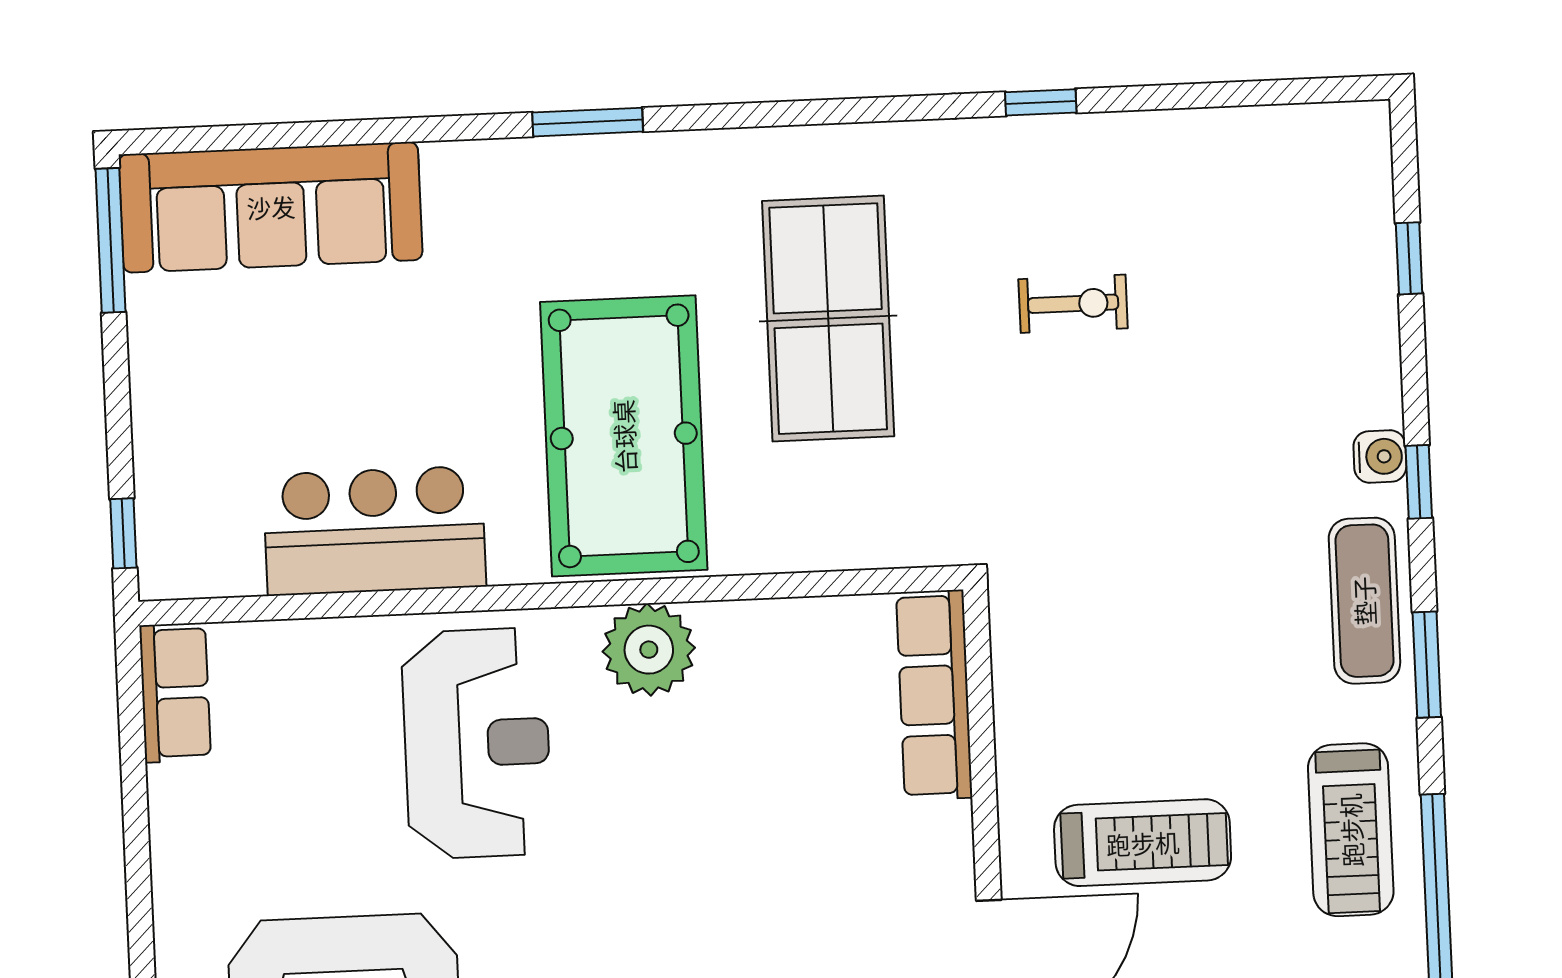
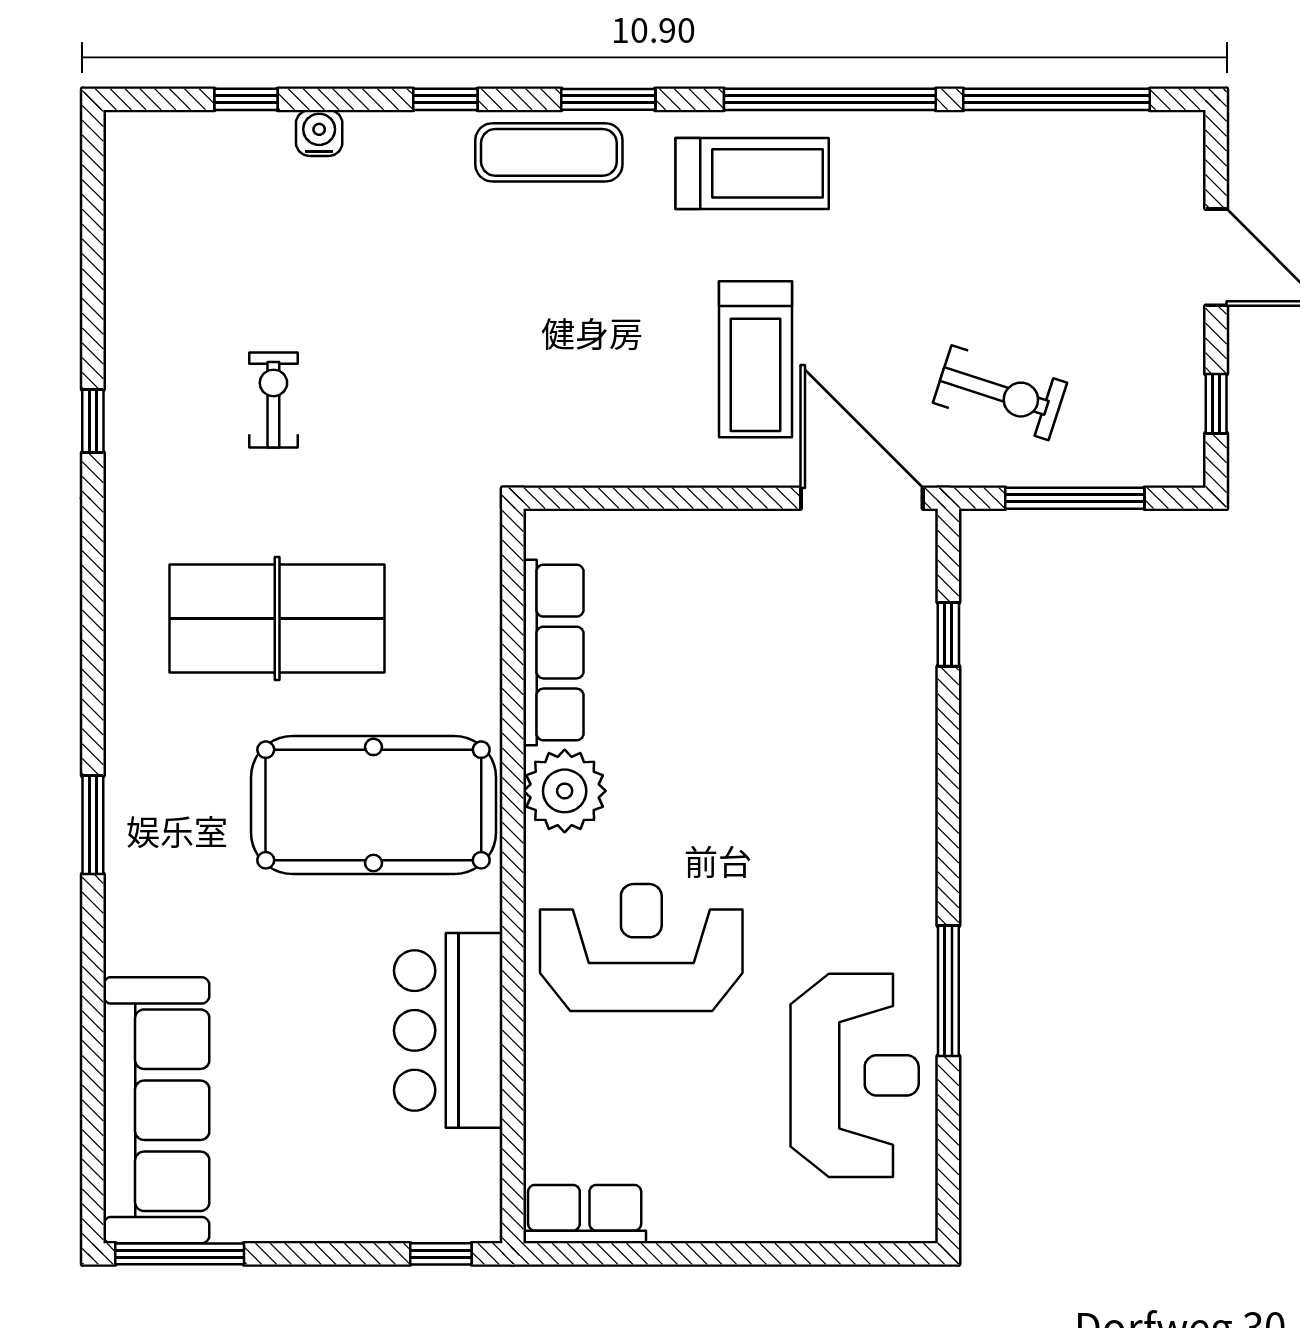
water cooler: (1380, 457) -> (319, 133), moved
row of seats: (934, 695) -> (553, 653), moved, turned -90
treadmill: (1143, 843) -> (756, 359), turned 180

